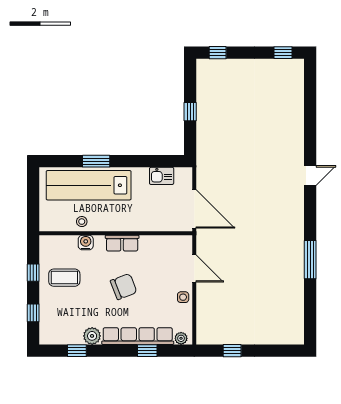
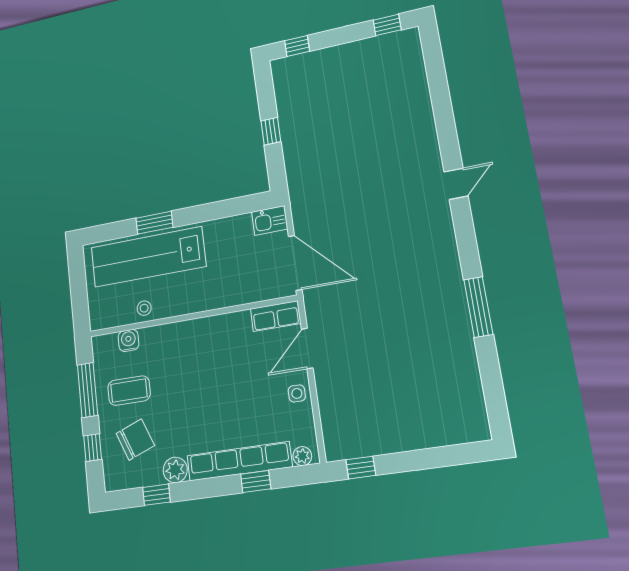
kitchen sink: (162, 176) -> (270, 220), moved
water cooler: (86, 243) -> (128, 340), moved
row of seats: (122, 243) -> (276, 316), moved
door: (194, 268) -> (307, 348), swing flipped
window: (33, 273) -> (88, 390), width x2.17
chair: (124, 287) -> (135, 439), moved
window: (232, 351) -> (361, 468), moved

